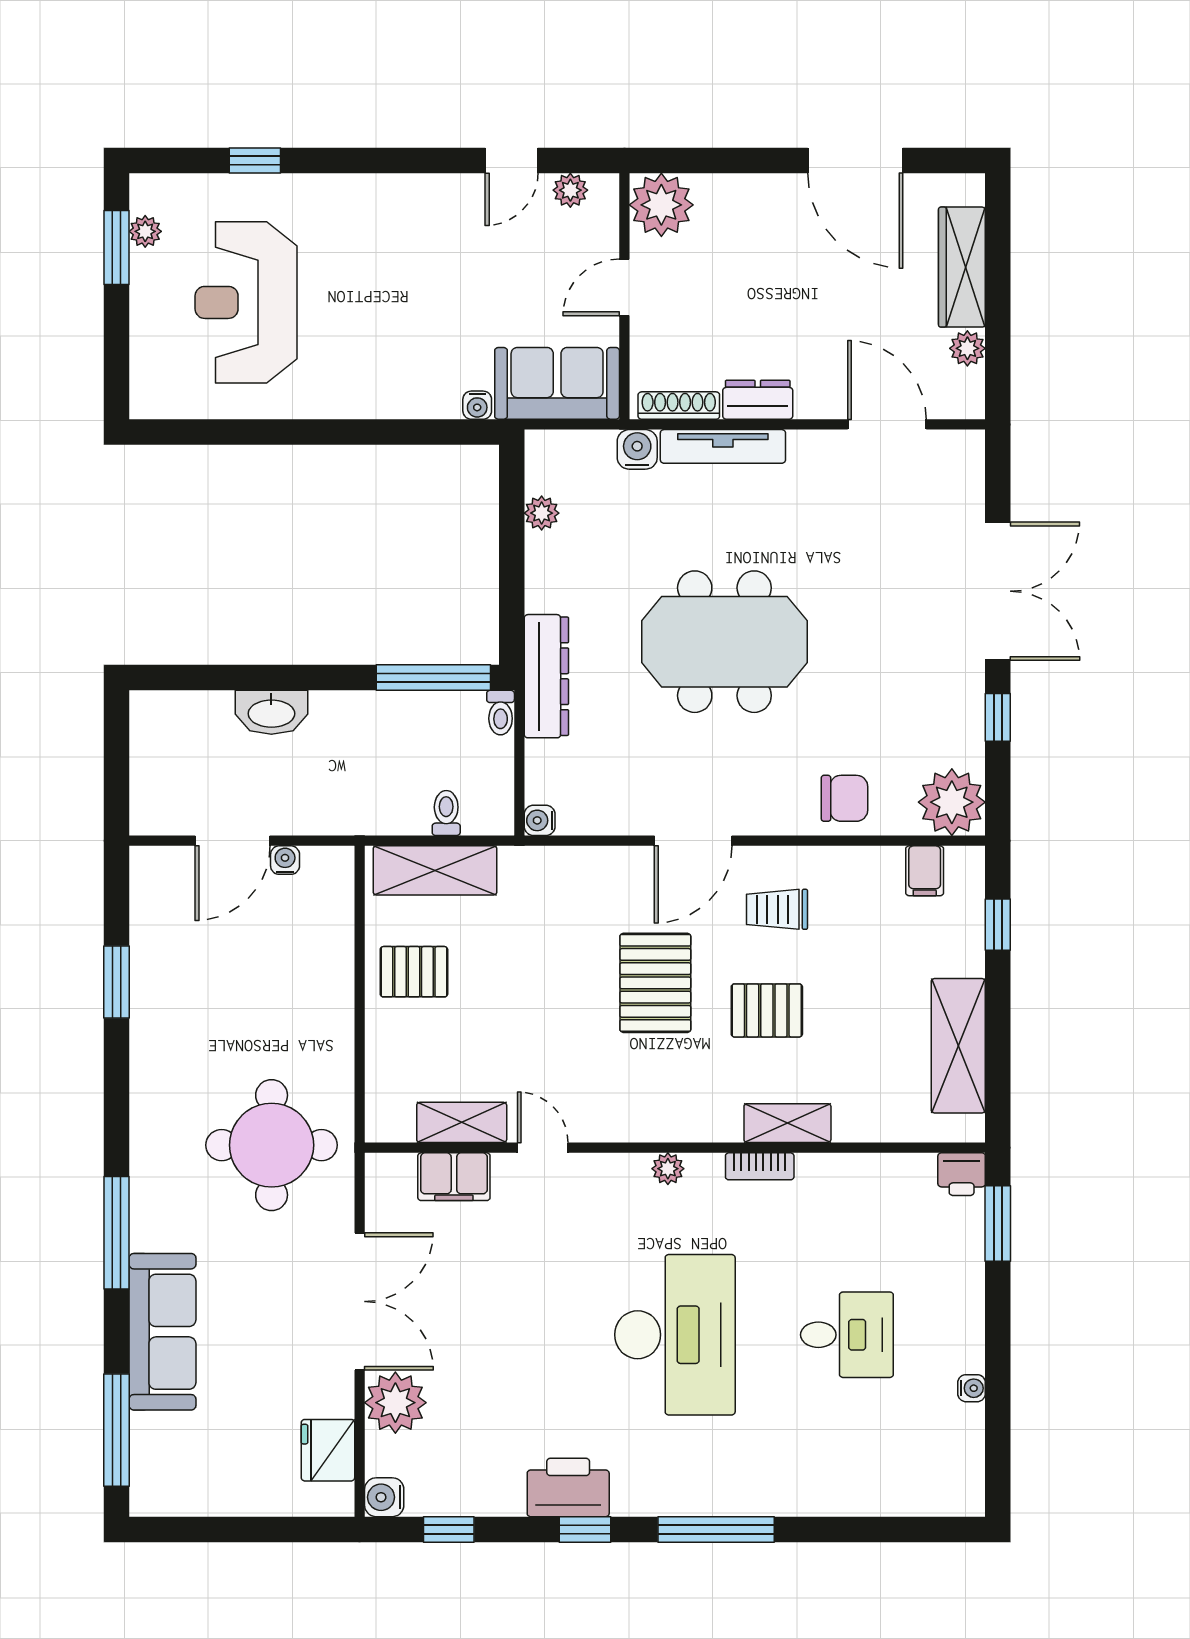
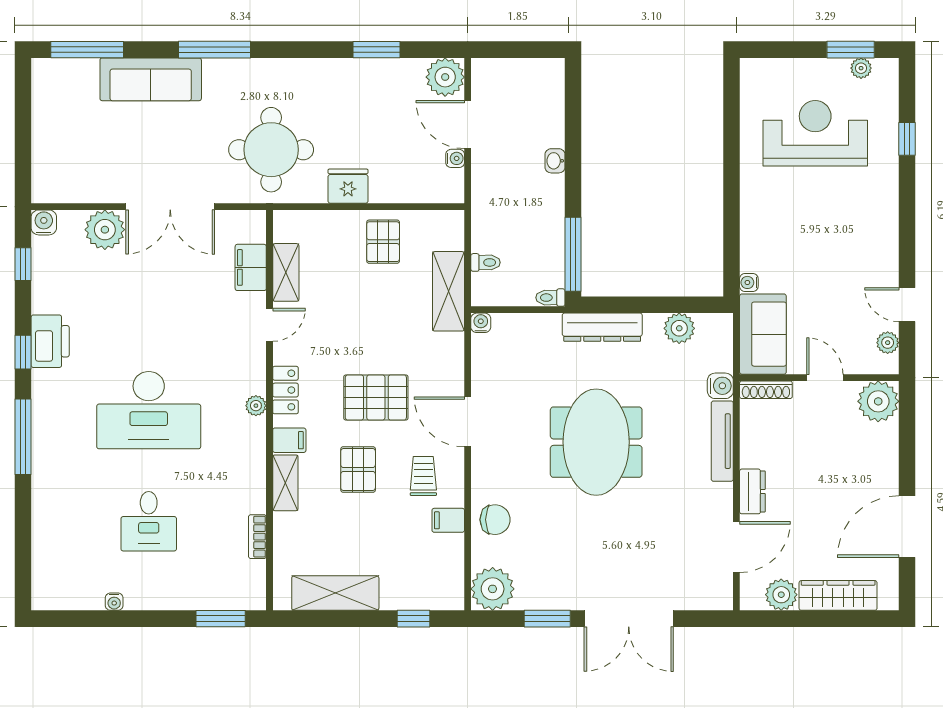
plant: (967, 348) -> (781, 595), width x1.38, depth x1.38
dresser: (758, 400) -> (752, 491), moved
shoe rack: (679, 406) -> (766, 390), moved, turned 90
plant: (542, 513) -> (679, 328), width x1.38, depth x1.38
dresser: (546, 676) -> (602, 327), moved
washbasin: (271, 712) -> (555, 161), width x0.52, depth x0.69
window: (998, 717) -> (547, 619), width x1.50
chair: (844, 798) -> (495, 520), turned -90
shelving: (435, 870) -> (448, 291), moved
filing cabinet: (925, 871) -> (448, 520), moved
plant: (159, 876) -> (445, 77), added
filing cabinet: (721, 1117) -> (289, 440), added
locker: (644, 1123) -> (285, 390), added
bookcase: (760, 1166) -> (257, 537), moved
printer: (962, 1174) -> (252, 595), removed
fridge: (328, 1450) -> (348, 186), moved

